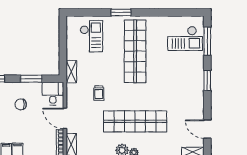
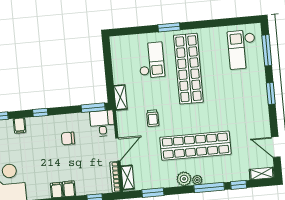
checkout: (91, 36) -> (151, 60), moved
checkout: (185, 38) -> (242, 50), turned 90
window: (31, 79) -> (93, 108), moved
door: (65, 118) -> (118, 149), swing flipped

